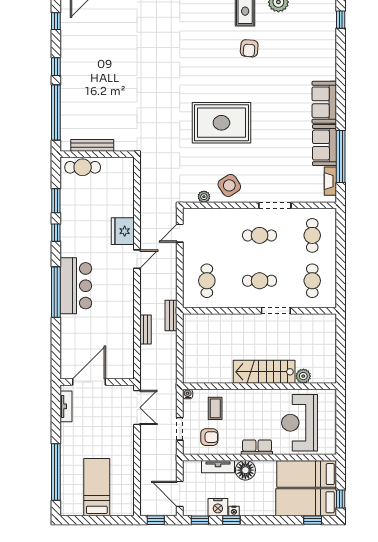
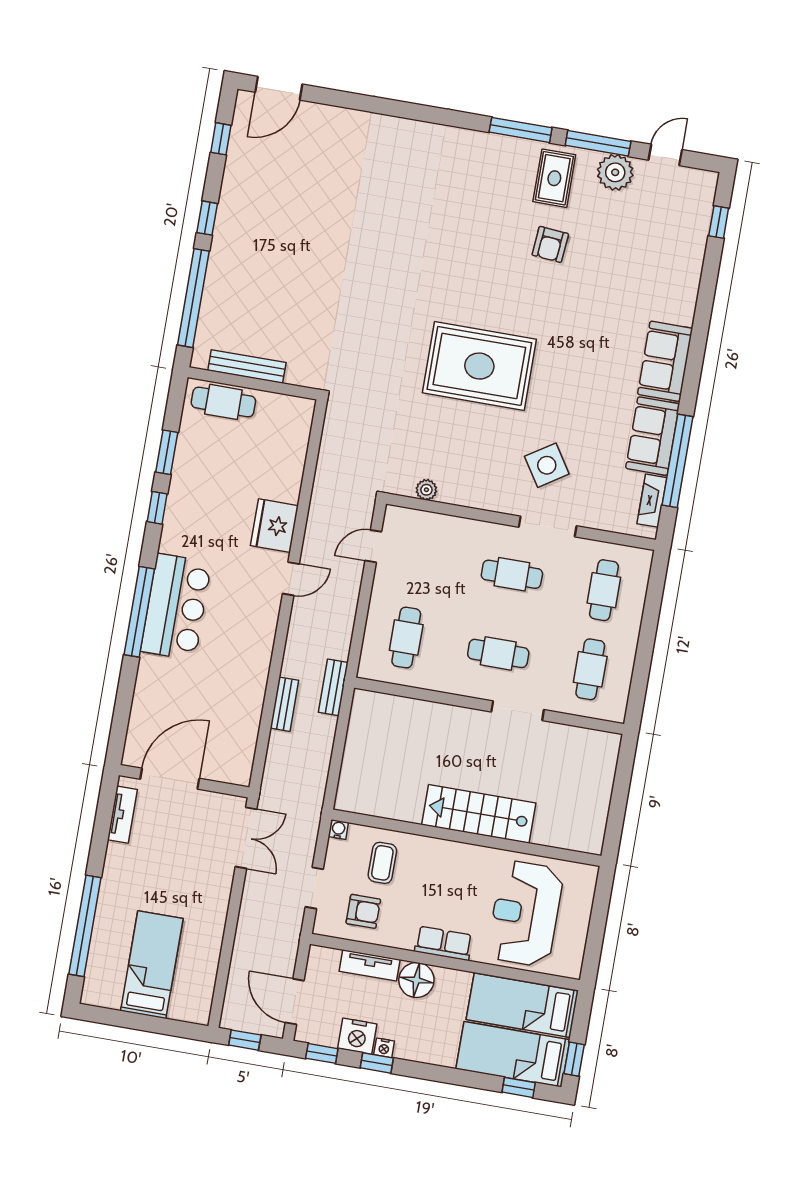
side table: (229, 185) -> (547, 465), moved
plant: (303, 376) -> (546, 833), removed

